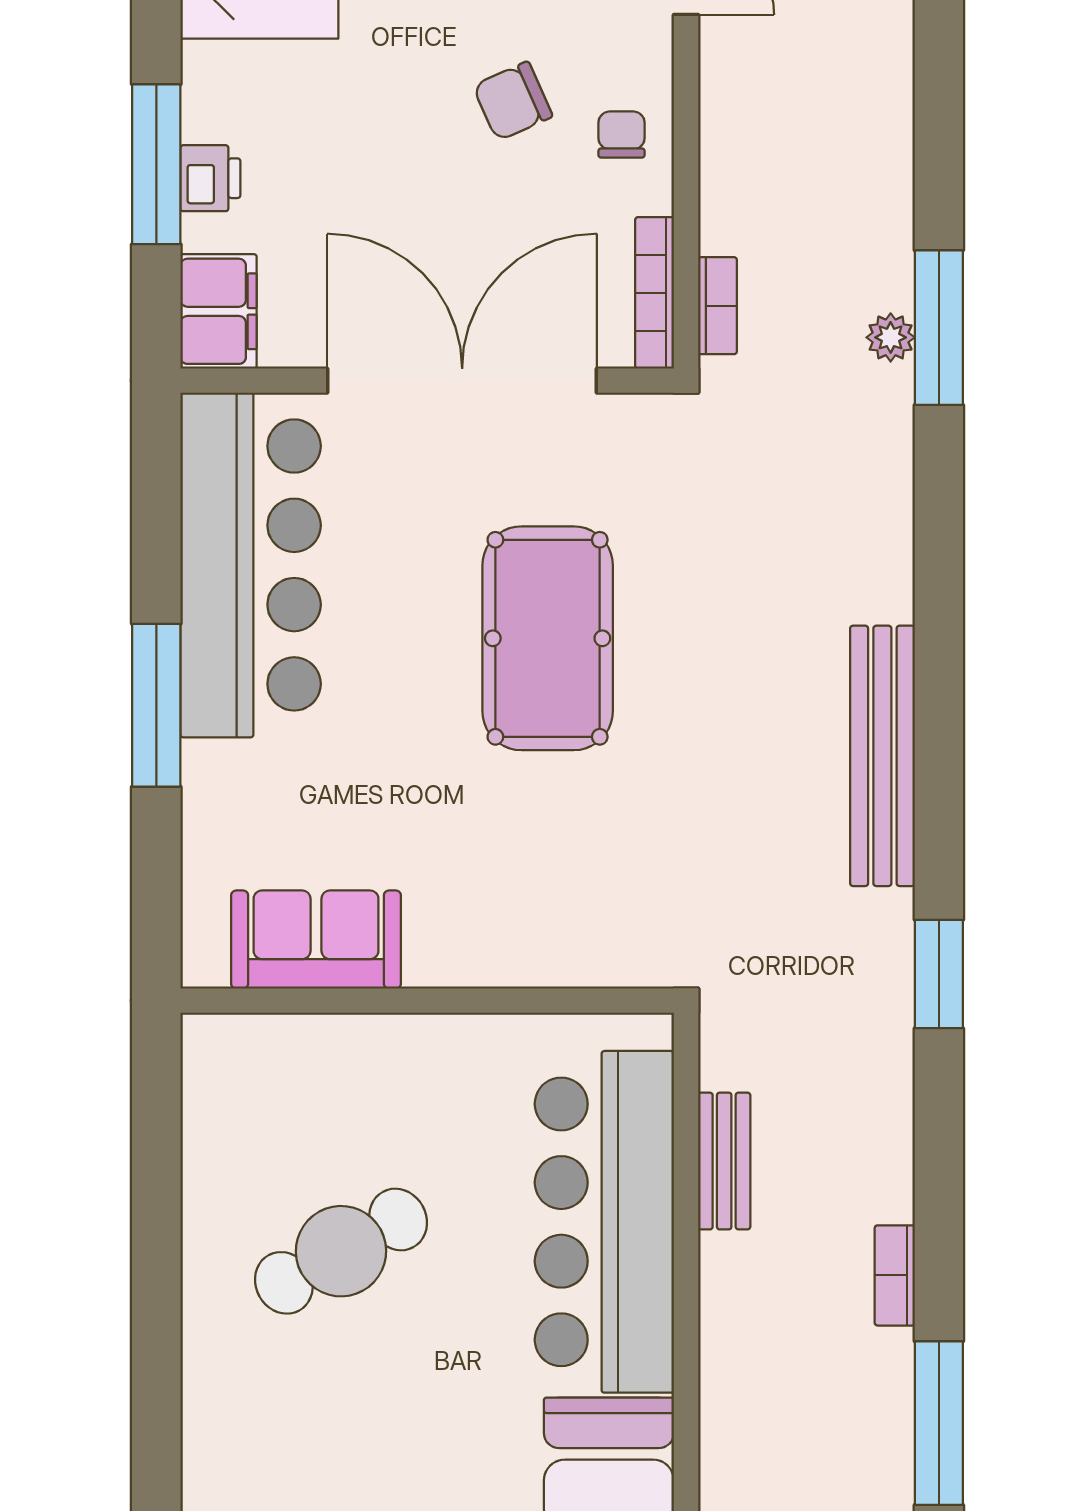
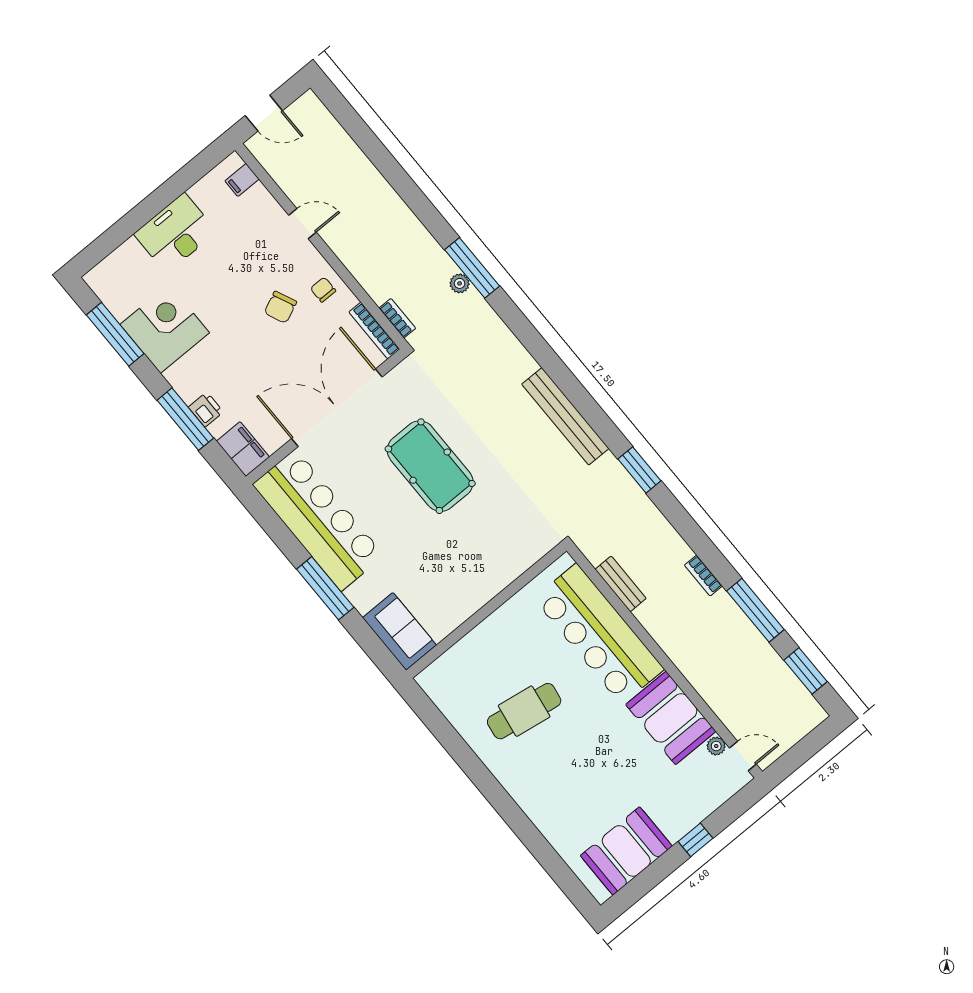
sofa: (316, 940) -> (399, 631), moved, turned 90
cafe table: (341, 1251) -> (524, 711), turned 38

